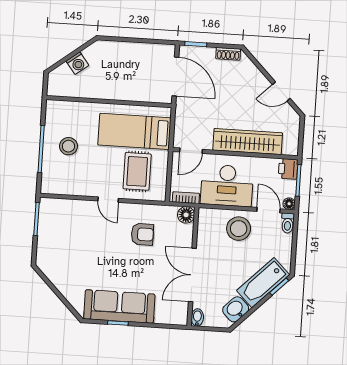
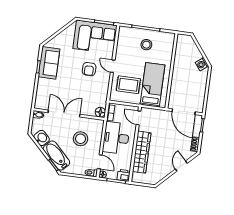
washing machine: (77, 63) -> (202, 64), moved
door: (175, 76) -> (184, 112), hinge flipped
door: (281, 91) -> (181, 166), moved
door: (108, 200) -> (113, 66), hinge flipped
door: (268, 210) -> (100, 162), hinge flipped
stool: (239, 229) -> (81, 139), moved
corner sofa: (62, 232) -> (95, 37), added
armchair: (142, 234) -> (89, 69), moved
sofa: (119, 306) -> (49, 63), width x0.73

